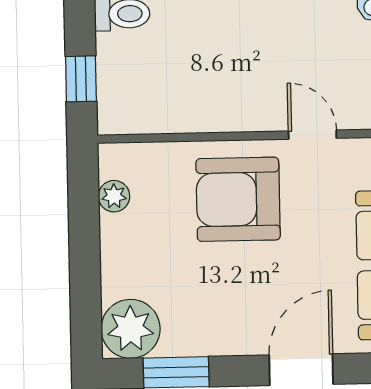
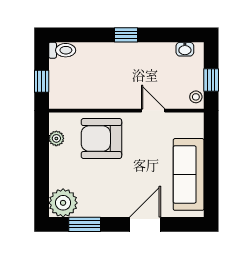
armchair: (238, 199) -> (101, 139), moved

